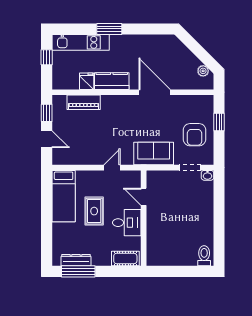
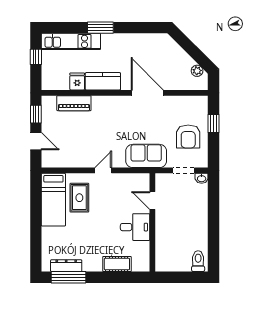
door: (144, 197) -> (152, 200), moved
rug: (94, 211) -> (79, 198), moved
wall: (144, 218) -> (152, 222), moved
desk: (127, 223) -> (135, 227), moved

